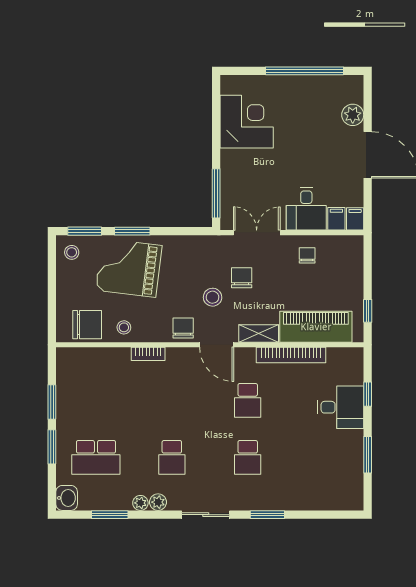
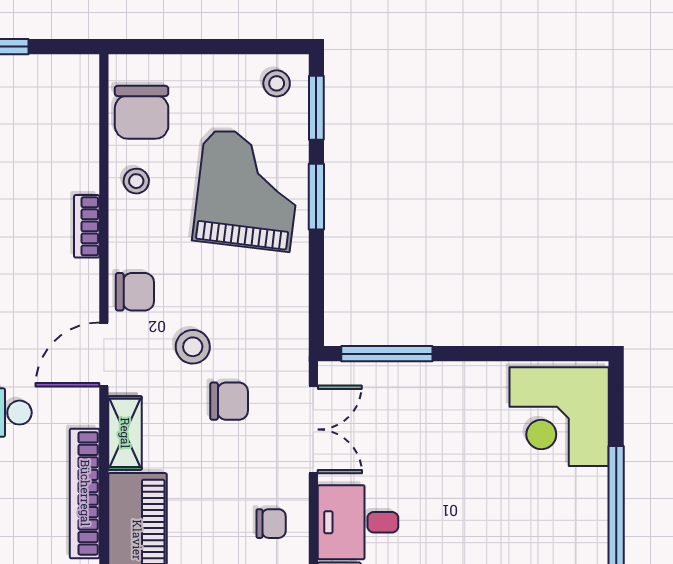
corner desk: (247, 122) -> (559, 417), moved, turned 90

